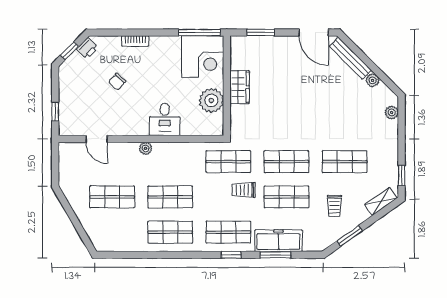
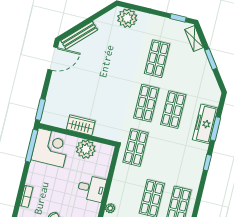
window: (261, 32) -> (40, 109), moved
plant: (373, 80) -> (100, 22), removed
plant: (392, 113) -> (127, 18), width x1.87, depth x1.87
trolley: (244, 190) -> (160, 141), removed
trolley: (334, 206) -> (189, 75), removed
shop shelf: (228, 232) -> (189, 161), removed
window: (350, 236) -> (211, 59), moved

